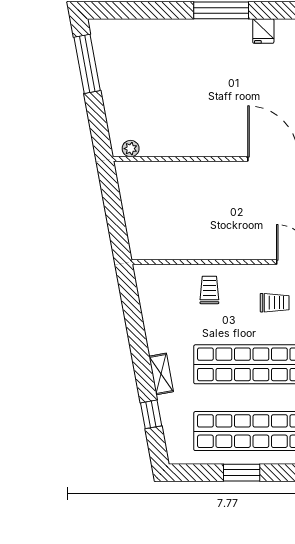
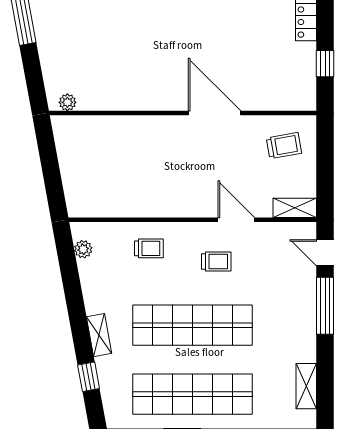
trolley: (209, 290) -> (149, 248), turned 90
plant: (146, 291) -> (83, 249), added

